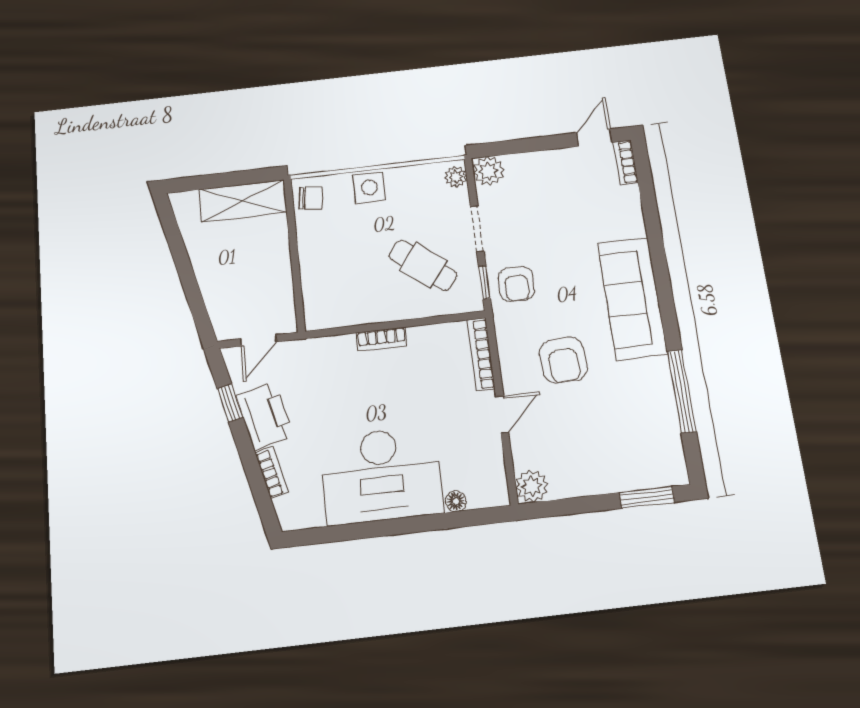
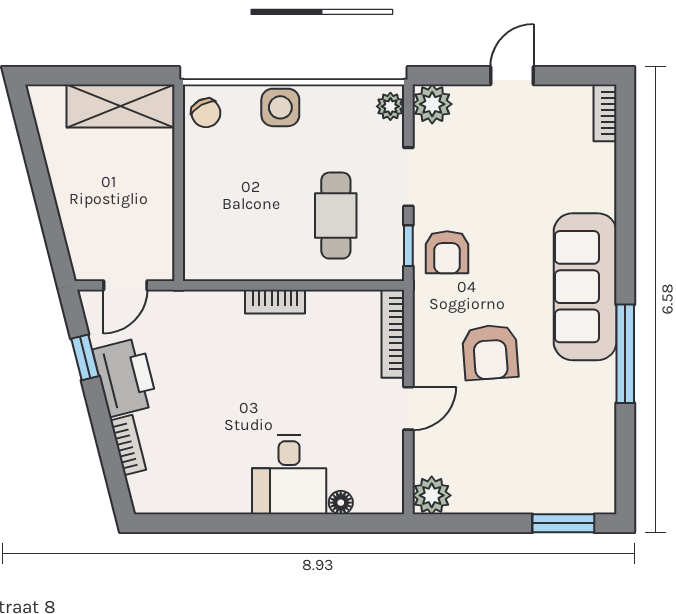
door: (594, 138) -> (512, 76), moved
chair: (311, 198) -> (206, 113), turned 55
cafe table: (423, 265) -> (336, 216), turned 52
window: (682, 391) -> (625, 354), moved
desk: (381, 475) -> (289, 475), width x0.53, depth x0.77

